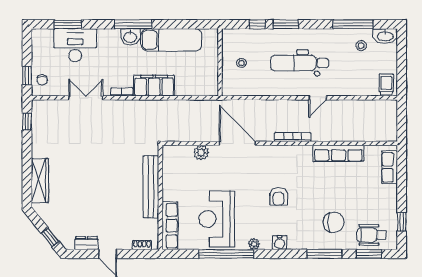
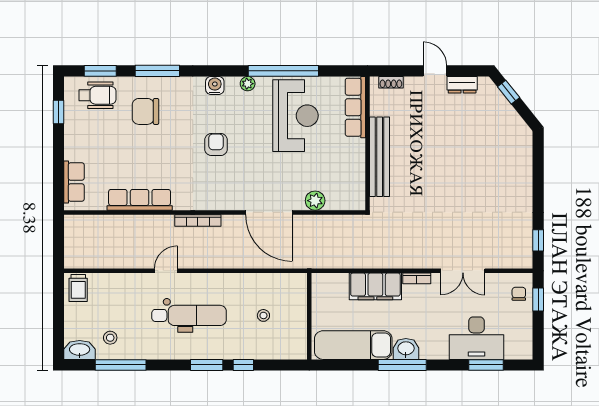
wall: (220, 62) -> (309, 316), moved
wardrobe: (40, 181) -> (522, 165), removed

